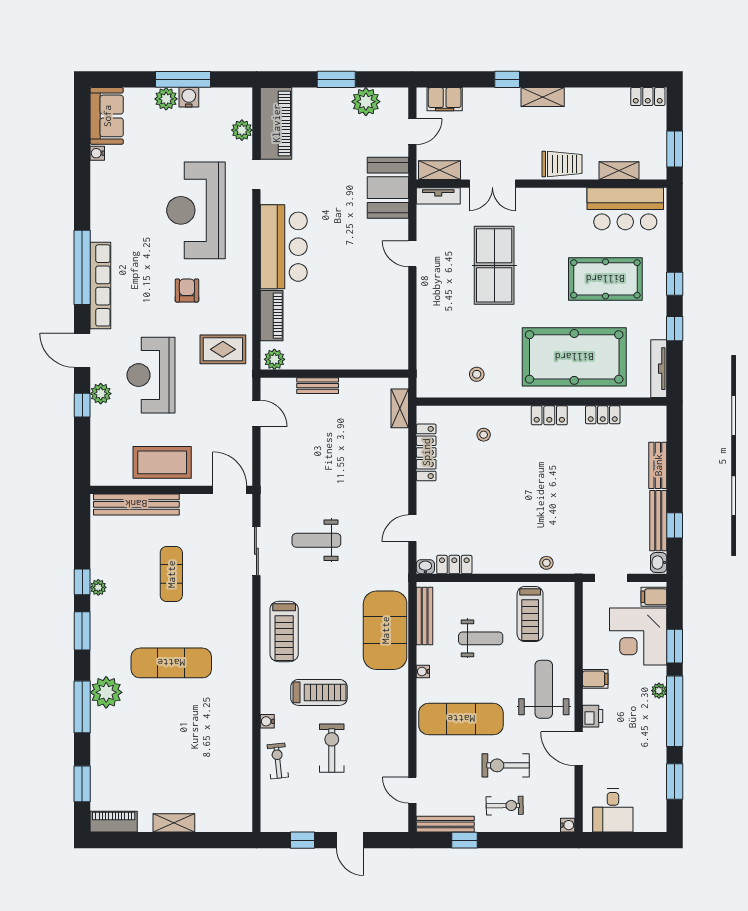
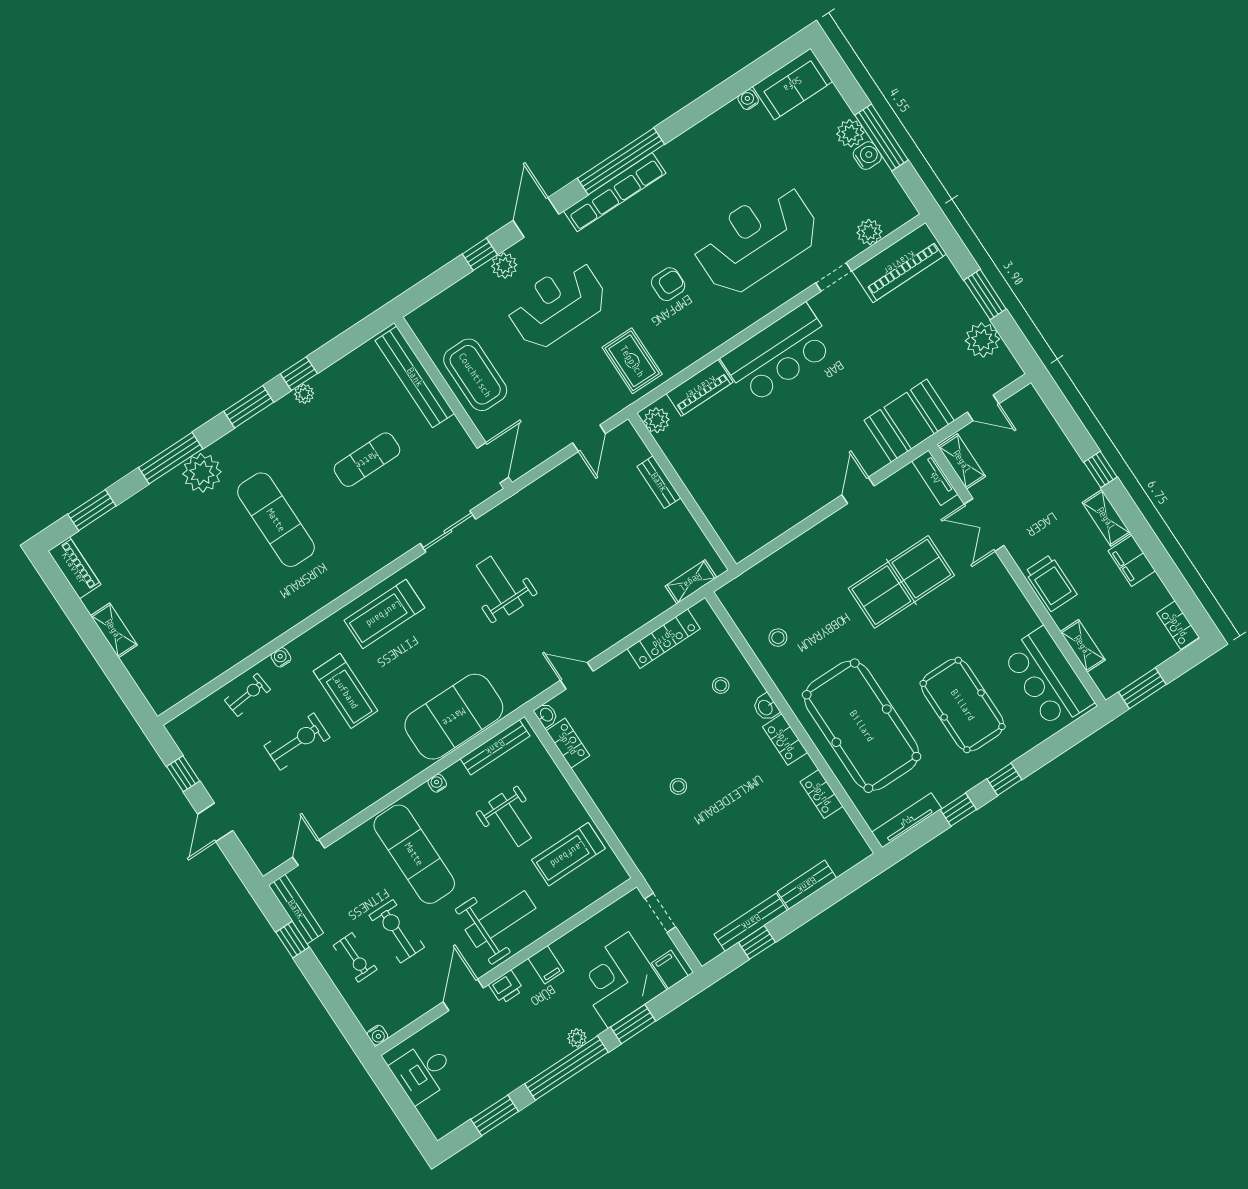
filing cabinet: (445, 99) -> (1132, 561), moved
stool: (546, 563) -> (678, 786), moved
washbasin: (659, 563) -> (766, 707), moved, turned -90

